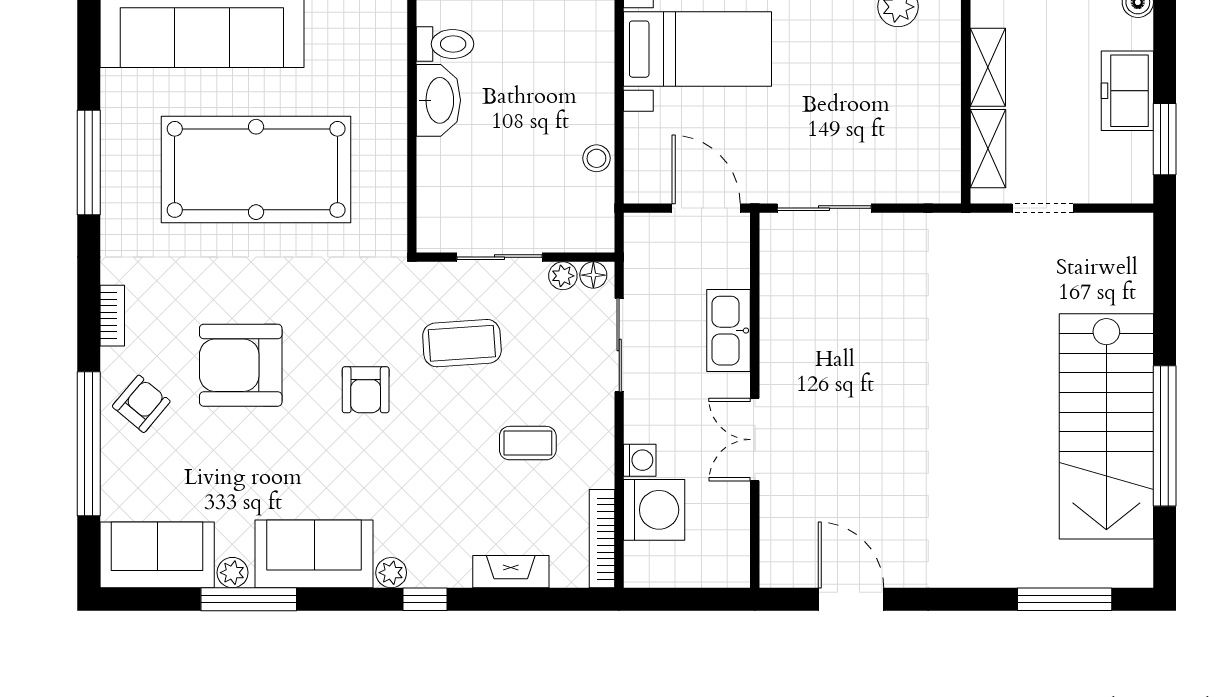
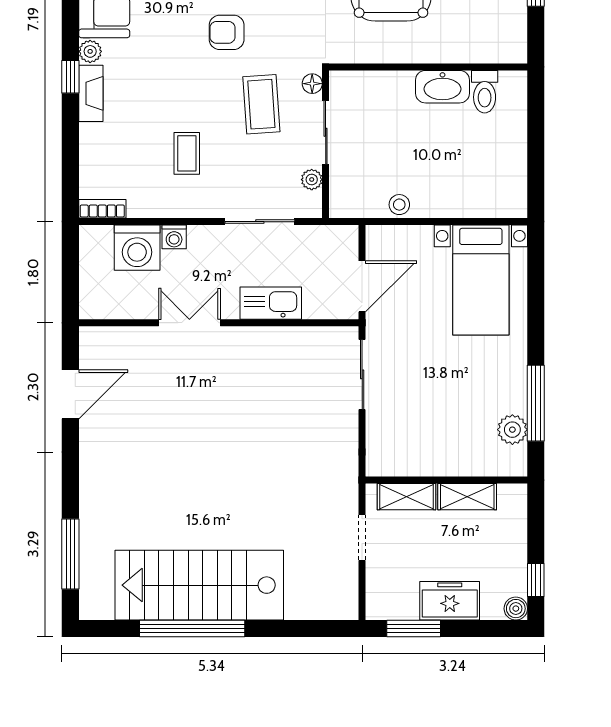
floor lamp: (593, 275) -> (312, 84), moved
bookcase: (602, 539) -> (102, 209), width x0.64
fireplace: (511, 572) -> (91, 93), moved

